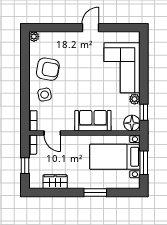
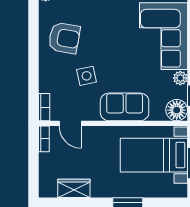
side table: (45, 95) -> (87, 76), moved
window: (25, 166) -> (34, 167), removed

